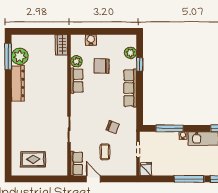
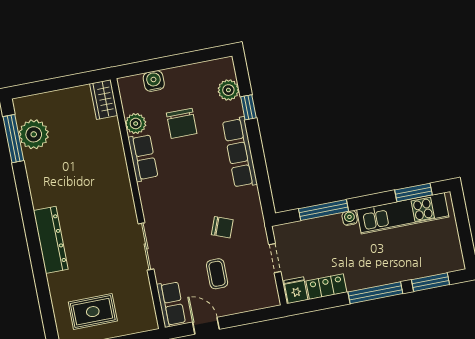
chair: (101, 66) -> (182, 123), turned -90
dresser: (18, 83) -> (51, 240), moved
locker: (163, 170) -> (326, 287), added

